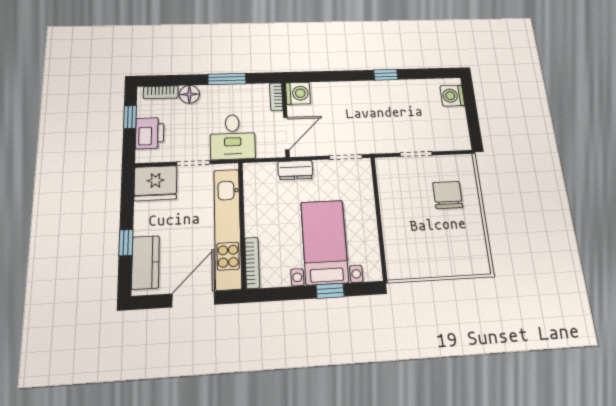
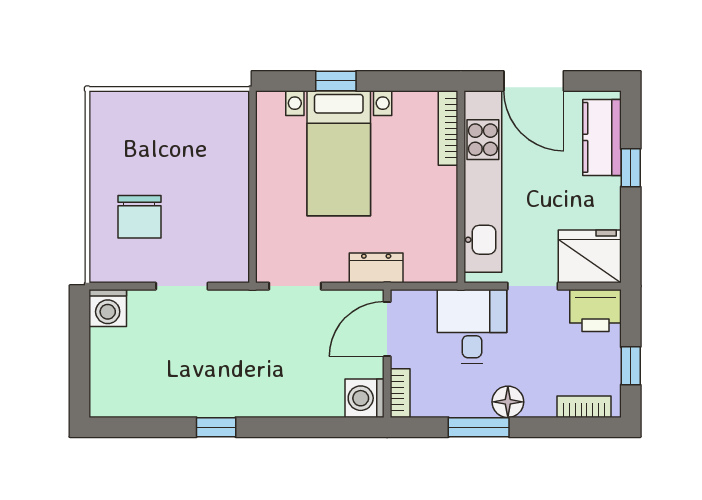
floor lamp: (189, 94) -> (508, 402), moved
washing machine: (452, 96) -> (108, 308), moved, turned 90
printer: (150, 133) -> (595, 310), moved, turned -90
door: (193, 299) -> (534, 81), hinge flipped

